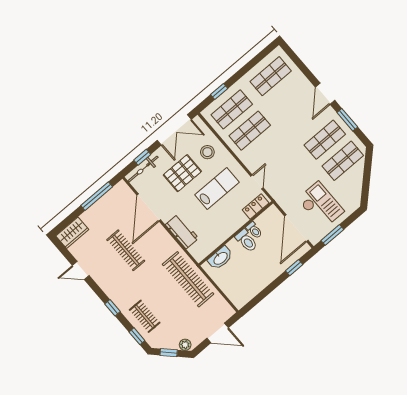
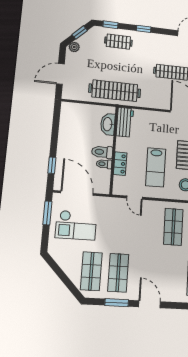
locker: (256, 206) -> (120, 164), moved
workbench: (182, 231) -> (125, 122), moved, turned -90

